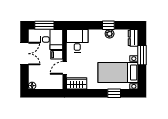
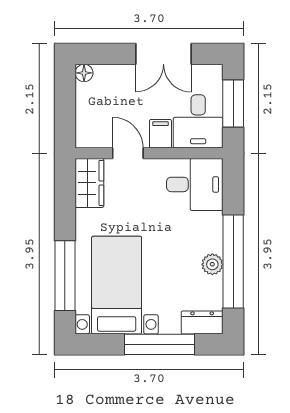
window: (108, 25) -> (233, 262), width x3.17
window: (142, 55) -> (160, 344), width x1.44
window: (114, 93) -> (65, 276), width x2.17

